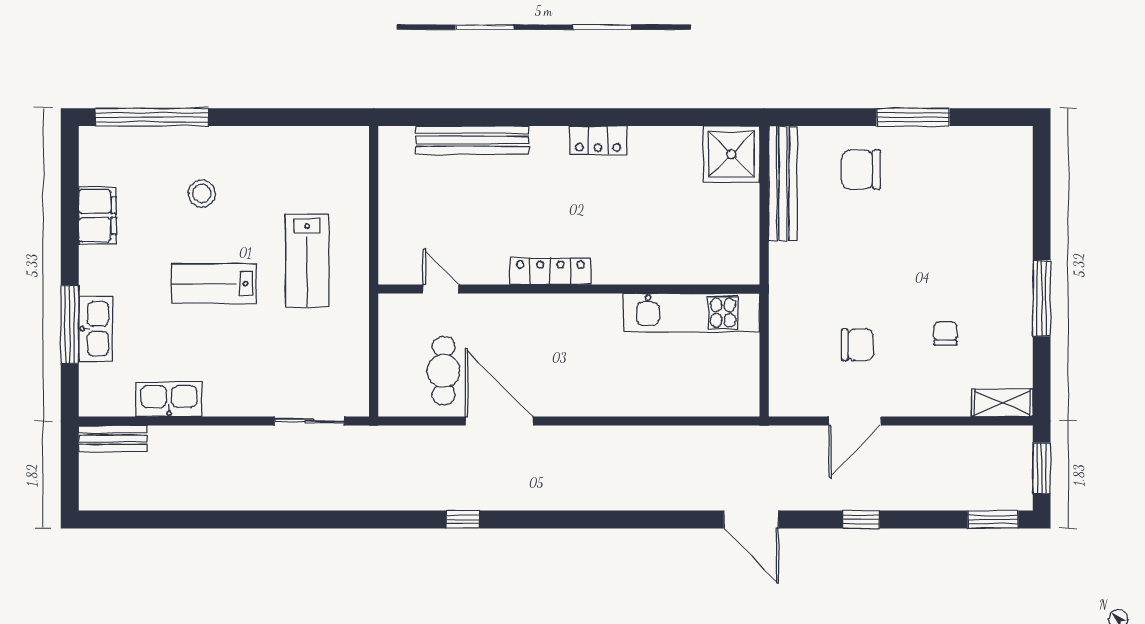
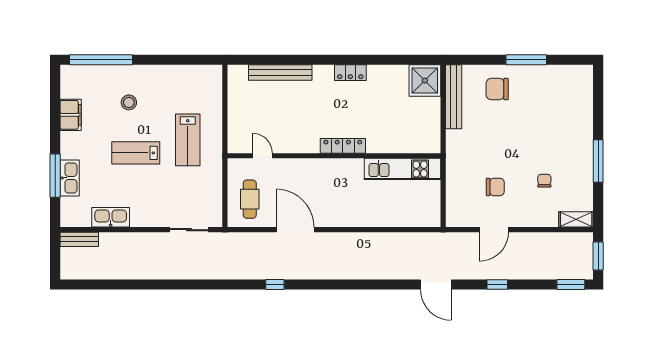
locker: (550, 271) -> (343, 146), moved
cafe table: (444, 371) -> (250, 199), moved

